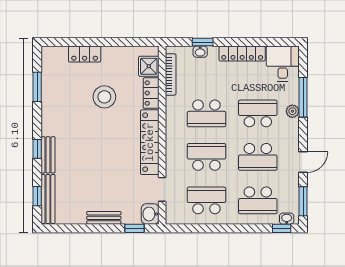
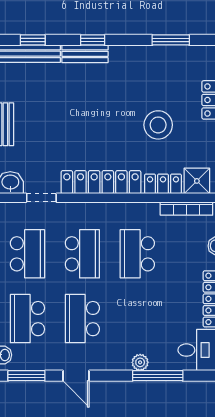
school desk: (258, 113) -> (137, 319), removed

